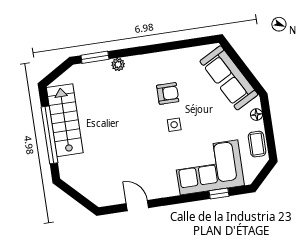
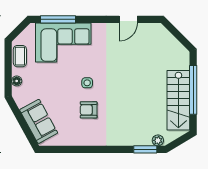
plant: (118, 65) -> (158, 140), moved
sofa: (229, 78) -> (39, 121), width x0.73
window: (219, 193) -> (58, 19), width x2.17
door: (137, 206) -> (128, 19), hinge flipped

